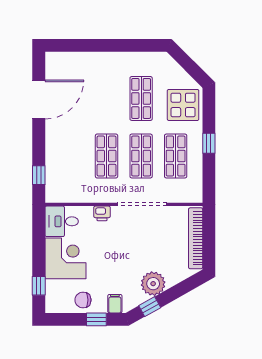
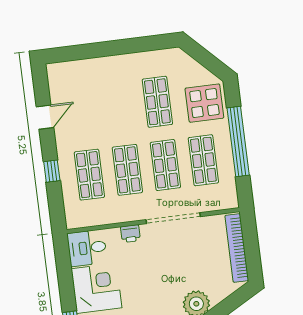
door: (39, 100) -> (45, 117), width x0.53
window: (209, 143) -> (238, 142), width x3.17
shop shelf: (72, 156) -> (89, 175), added
window: (39, 175) -> (52, 171), moved

